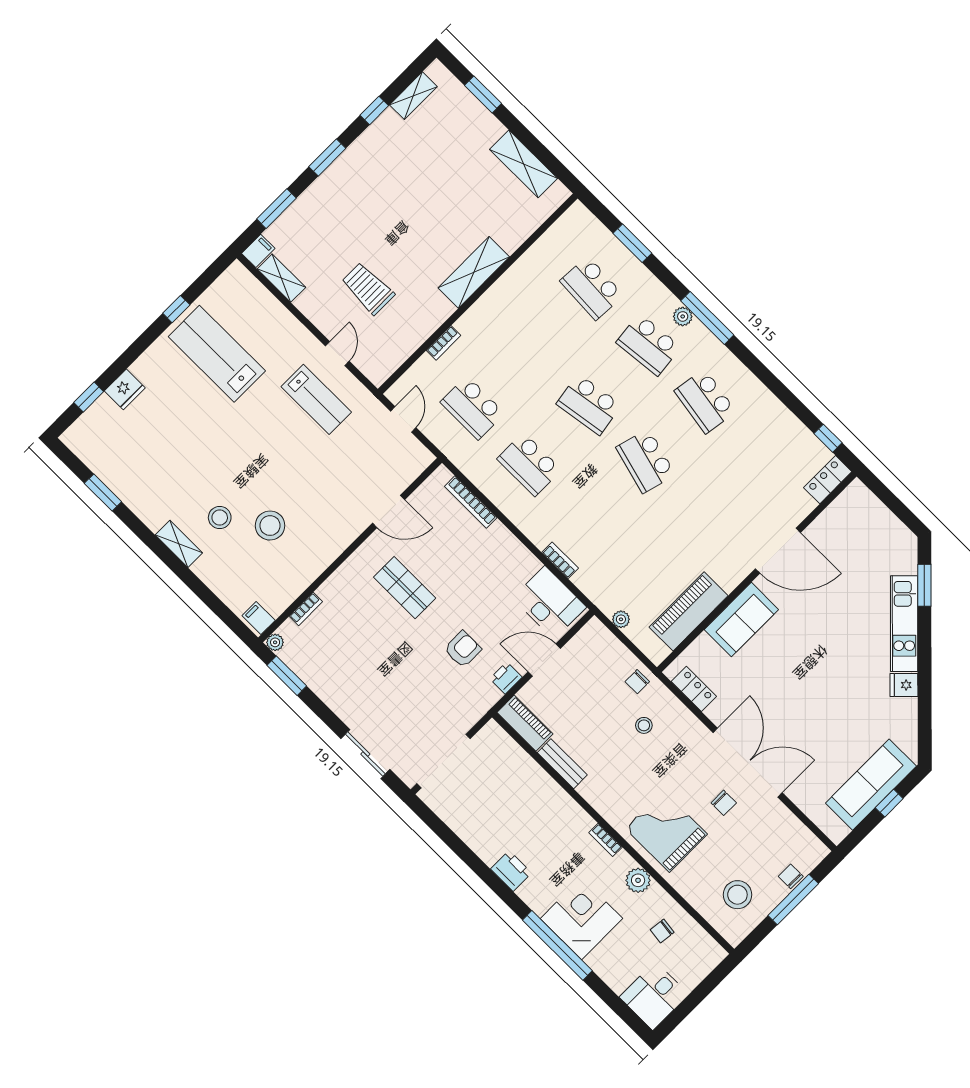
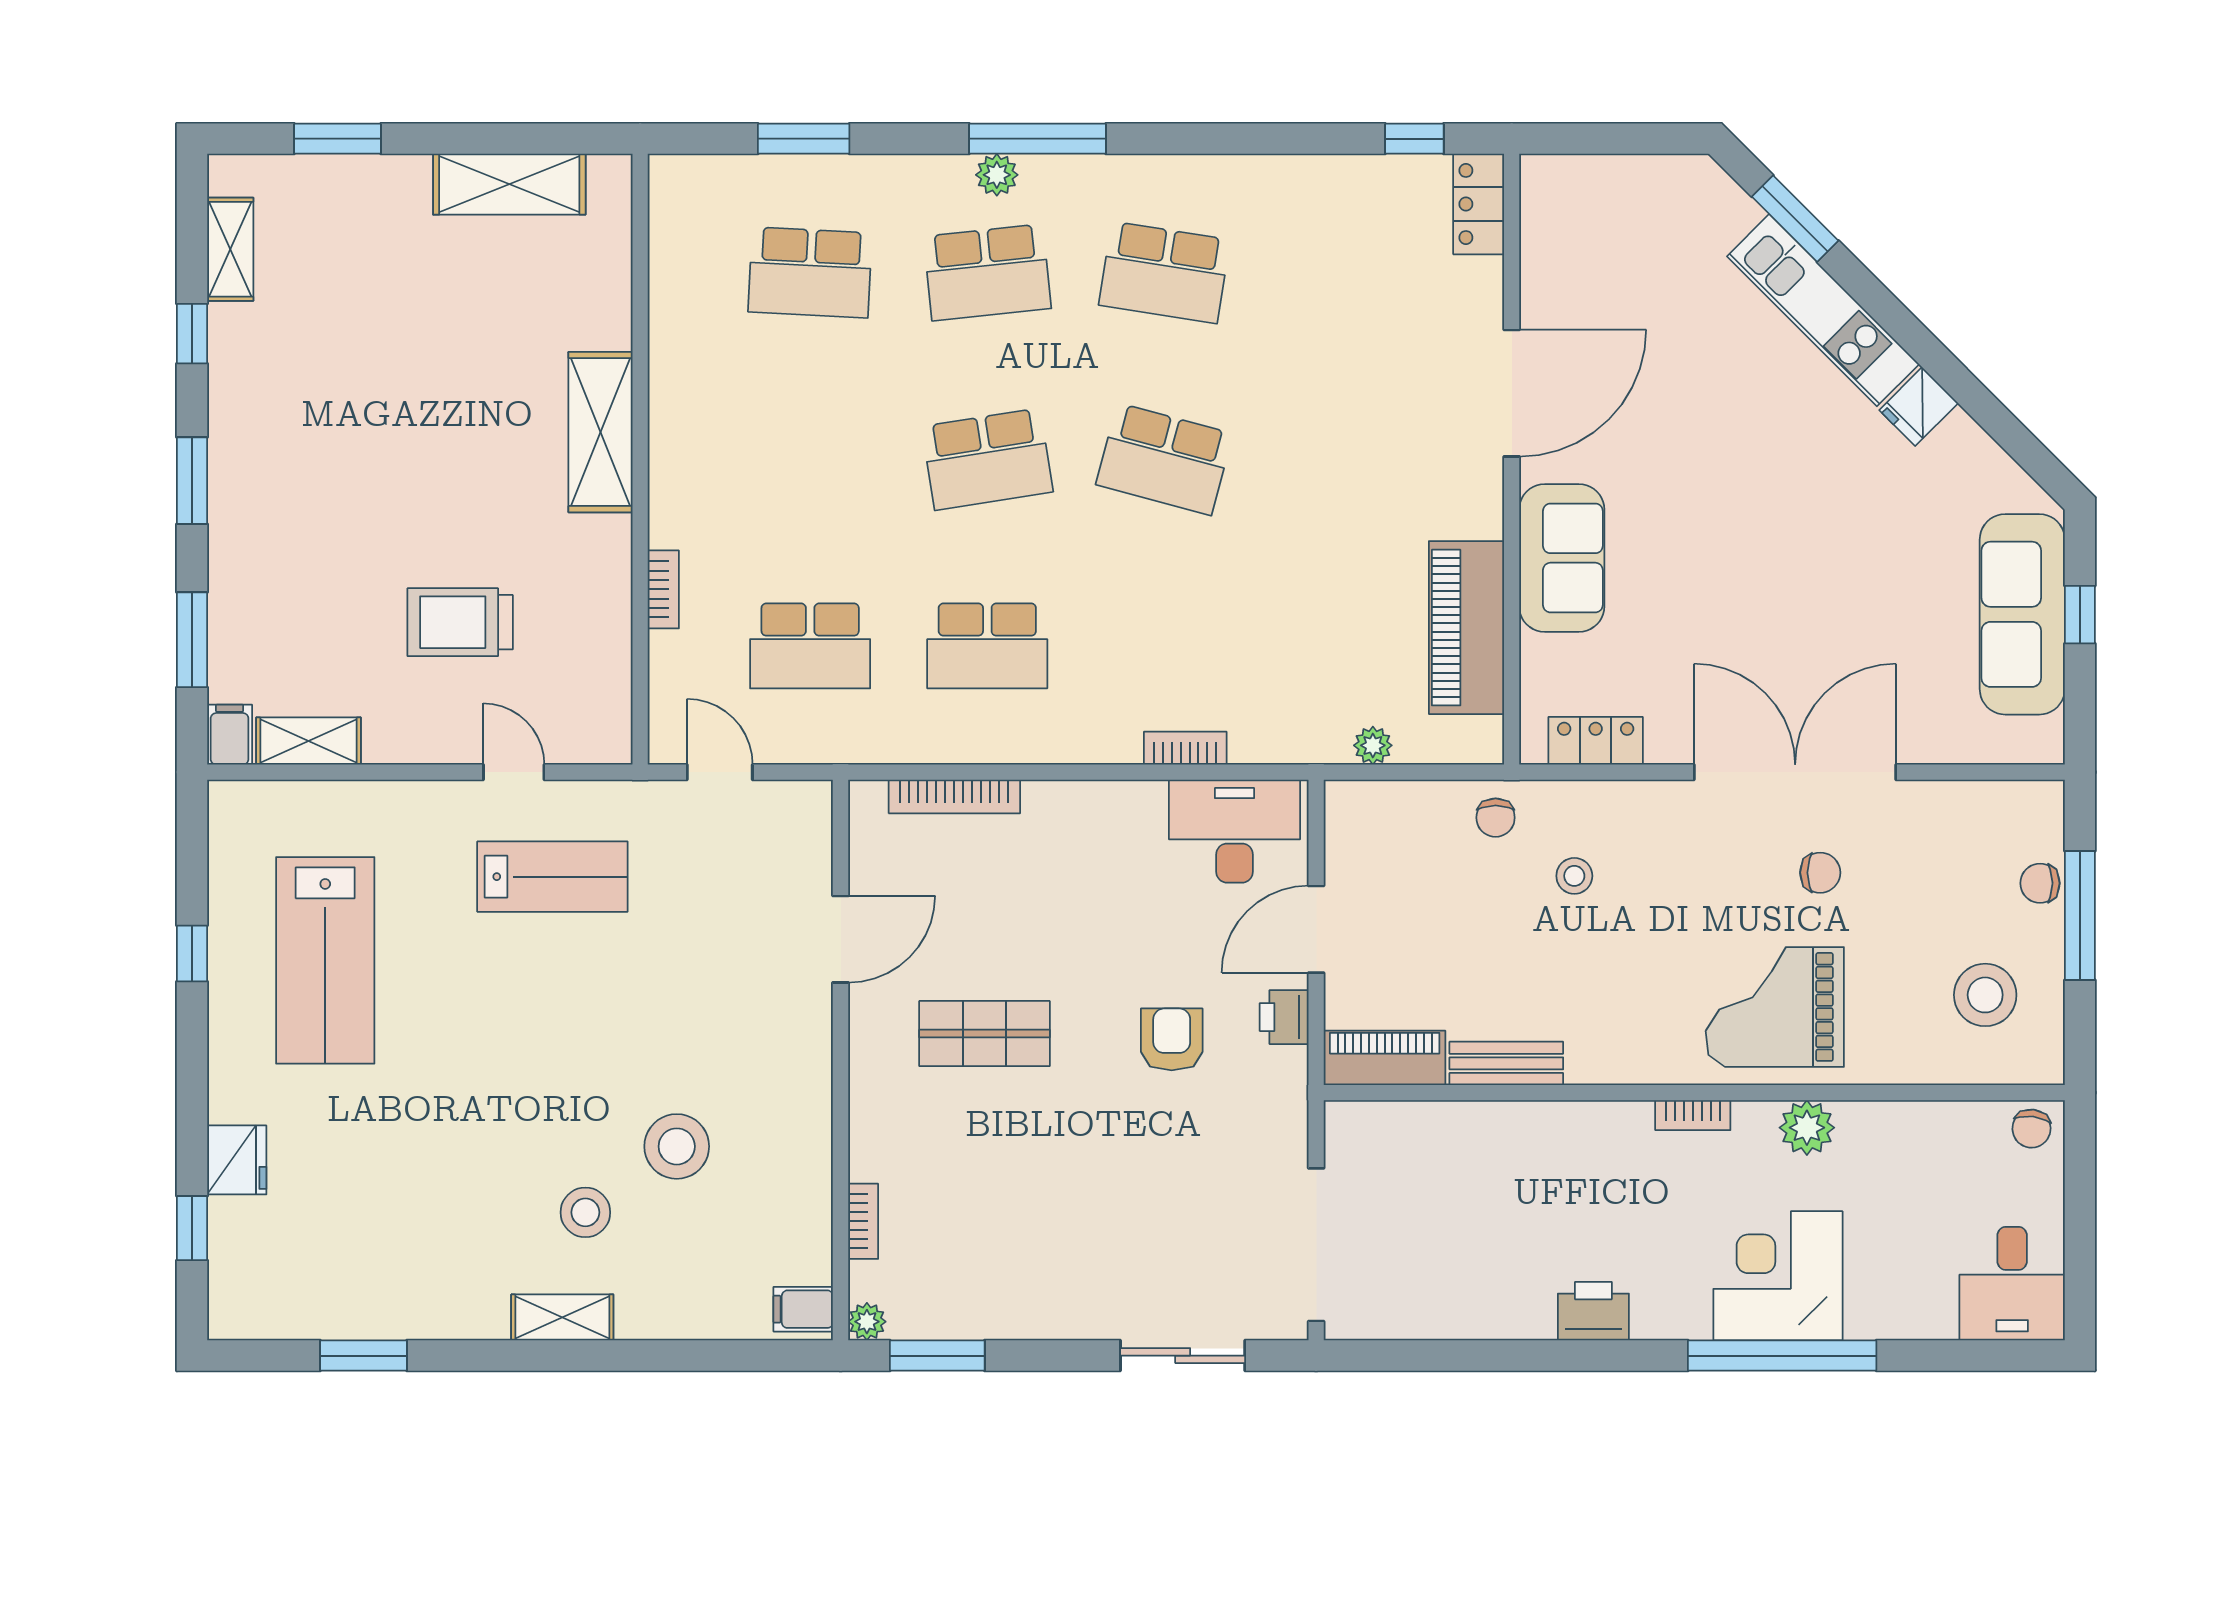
lab bench: (217, 354) -> (325, 960), turned -90
chair: (662, 931) -> (2031, 1129), moved

